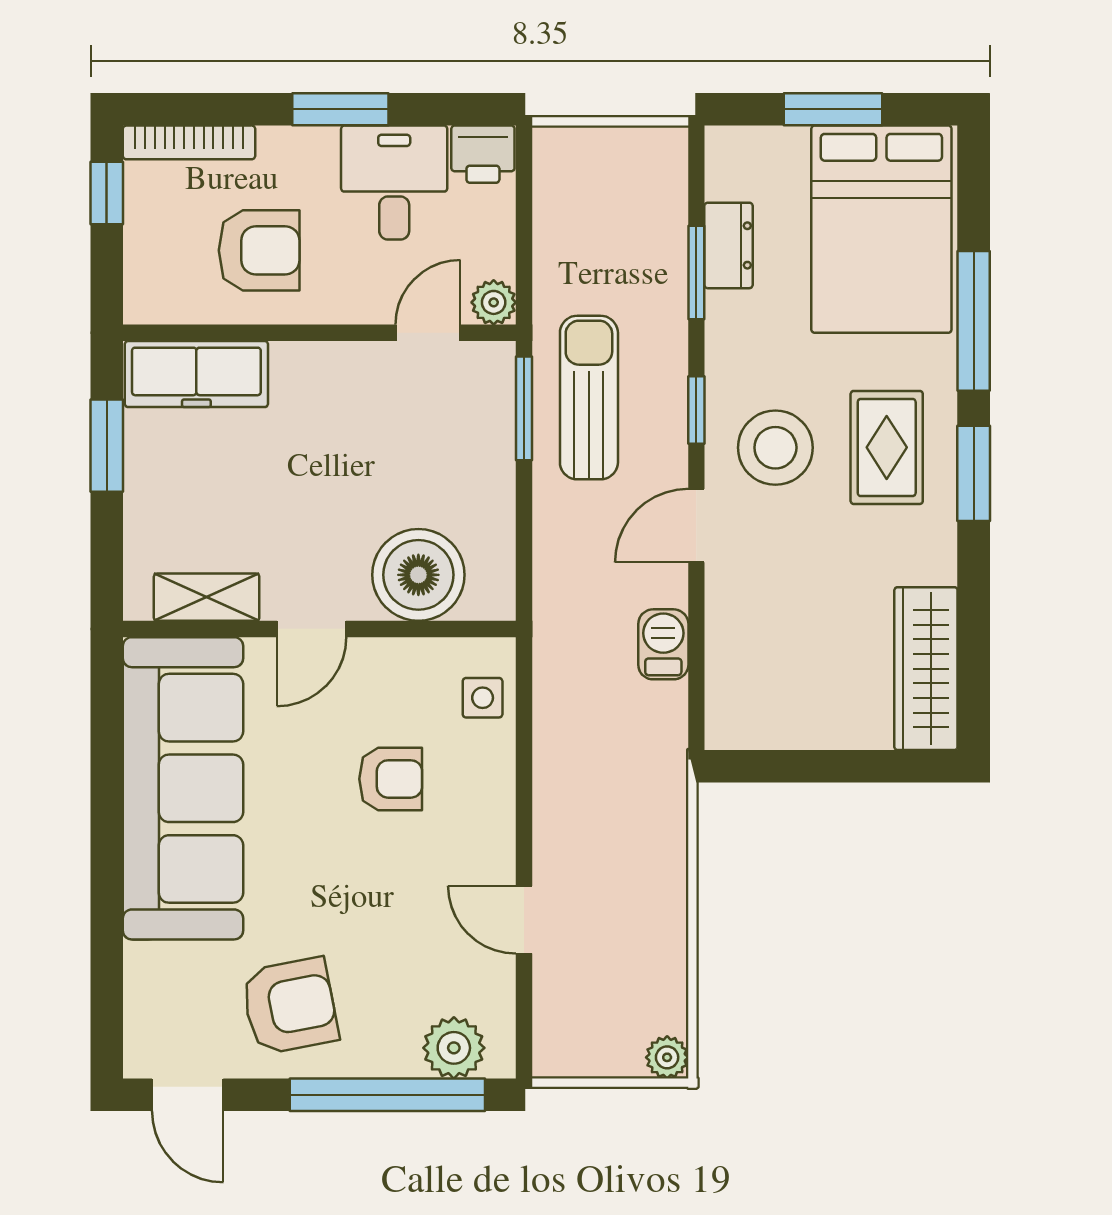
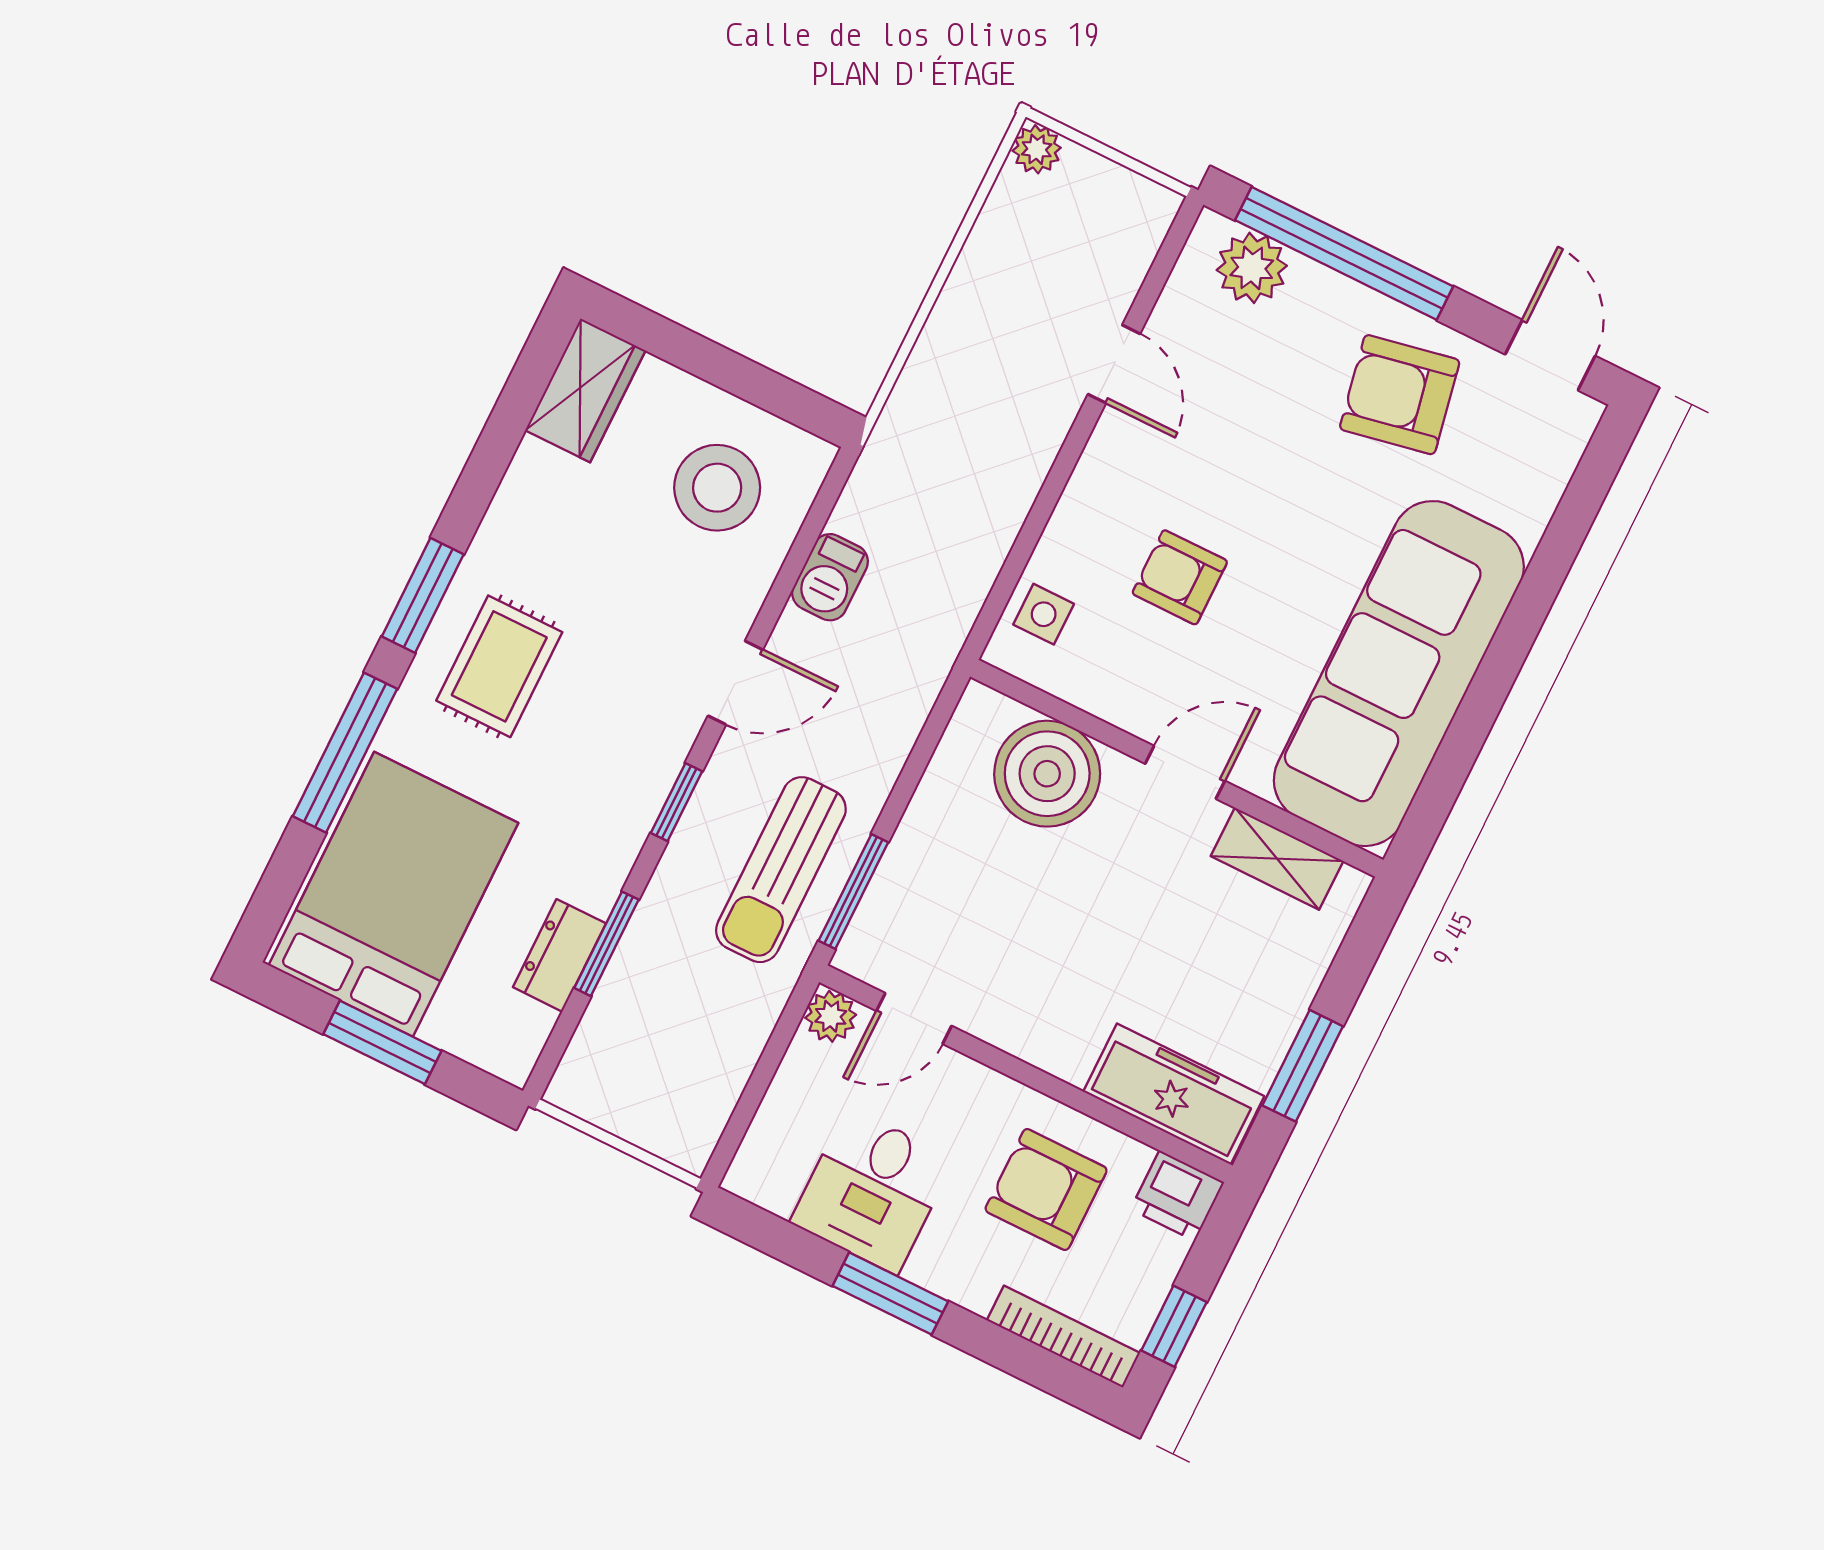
printer: (483, 154) -> (1177, 1196), moved, turned 180
stool: (775, 448) -> (717, 488), moved
wardrobe: (926, 669) -> (585, 390), width x0.67

